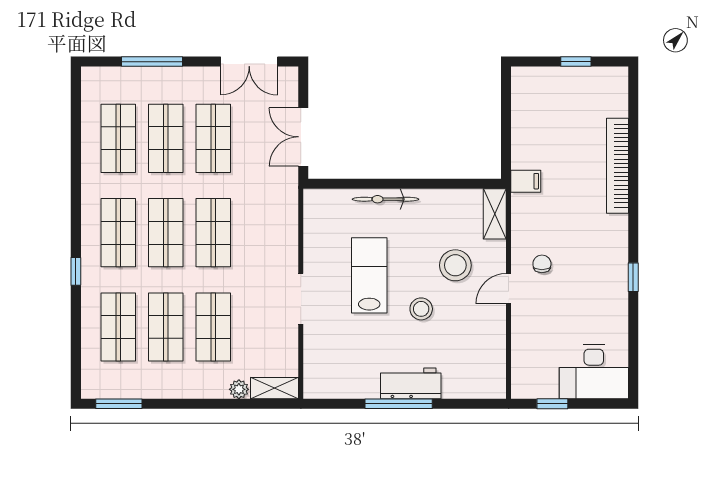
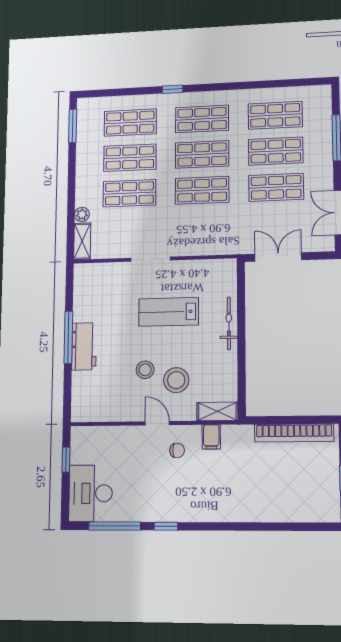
bookcase: (618, 166) -> (294, 433), moved, turned 180
filing cabinet: (526, 181) -> (211, 437), moved
lab bench: (369, 275) -> (169, 312), turned 180
stool: (421, 309) -> (145, 370), moved
window: (633, 341) -> (115, 526), added

